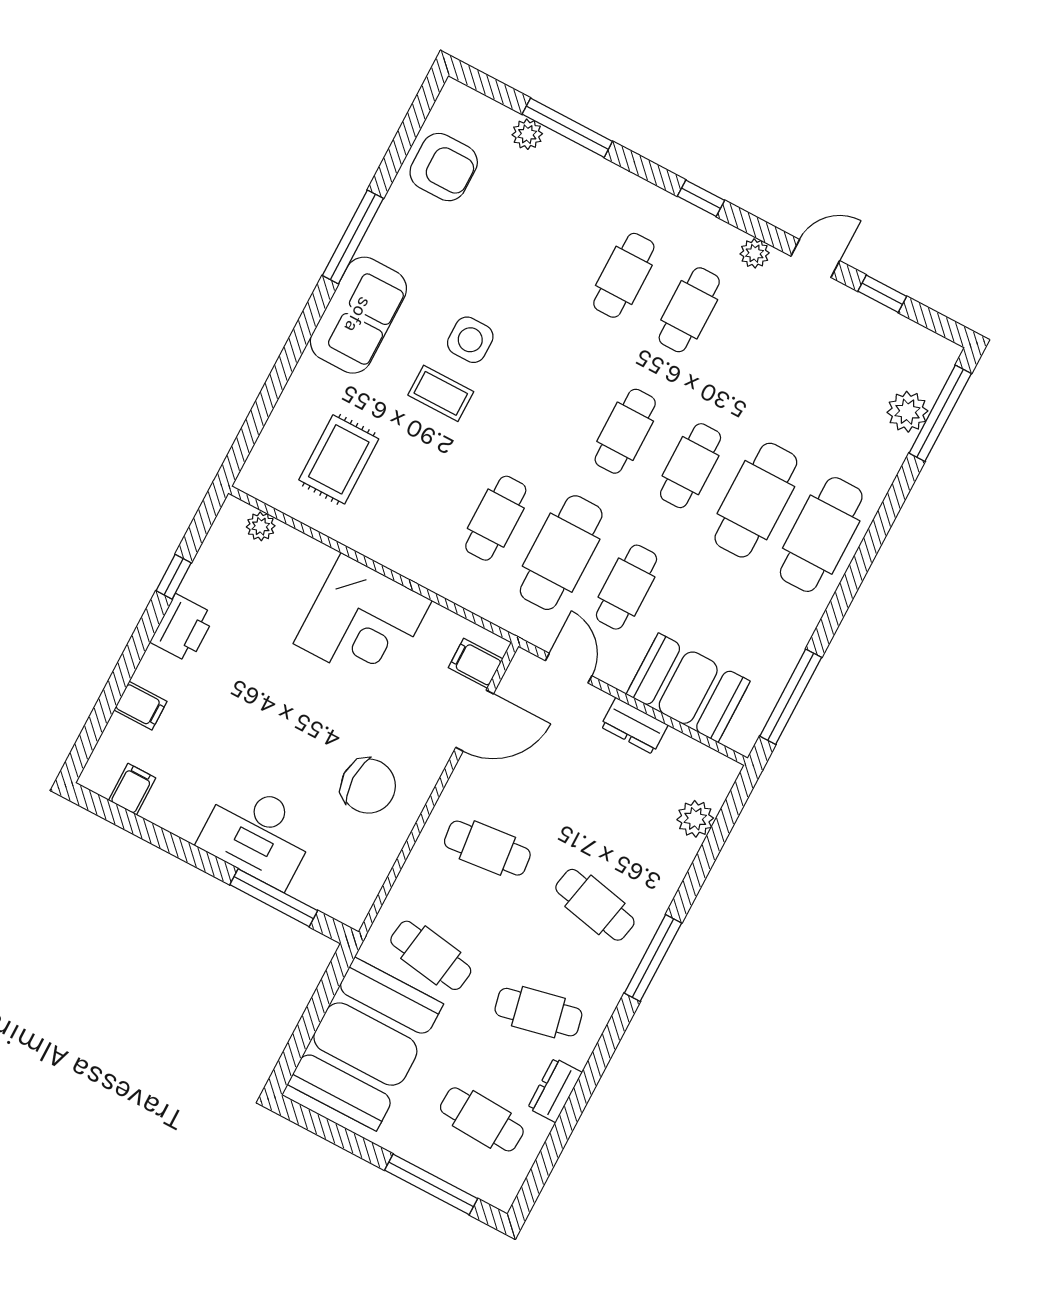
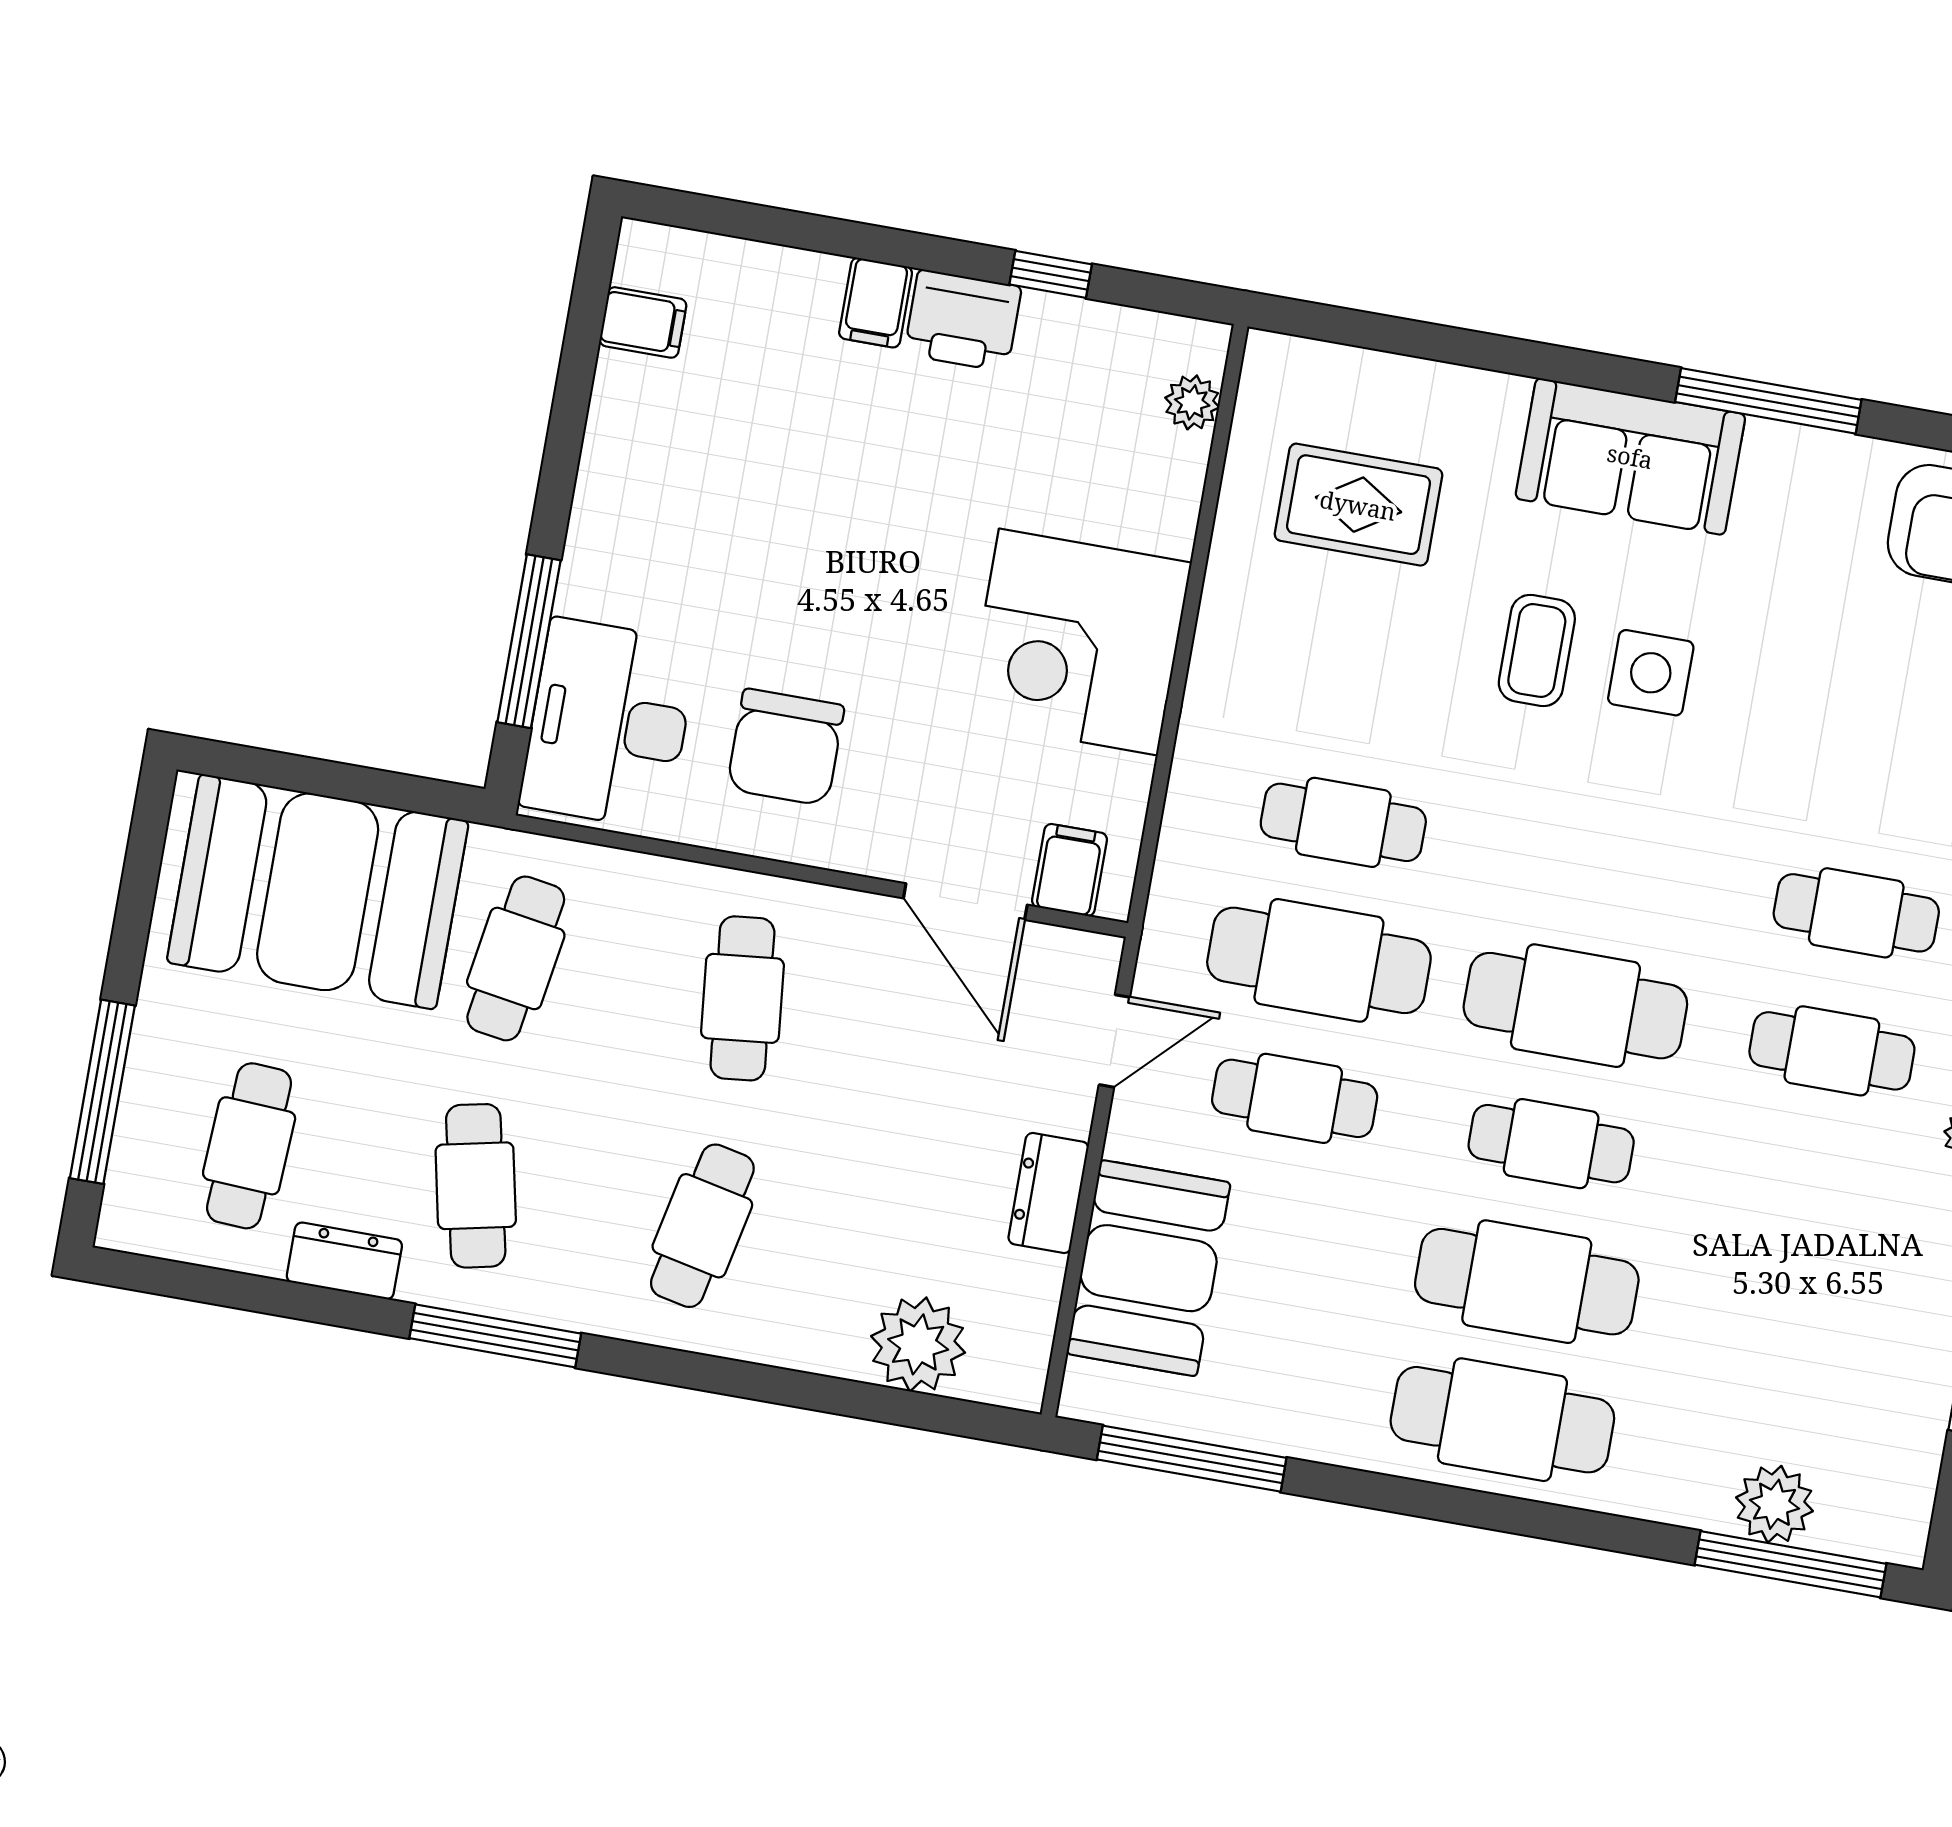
cafe table: (625, 431) -> (1575, 1006), width x1.37, depth x1.35
filing cabinet: (140, 706) -> (876, 303), moved
plant: (695, 819) -> (918, 1344), width x1.36, depth x1.36
desk: (258, 834) -> (609, 724), moved
window: (653, 958) -> (495, 1336), moved

